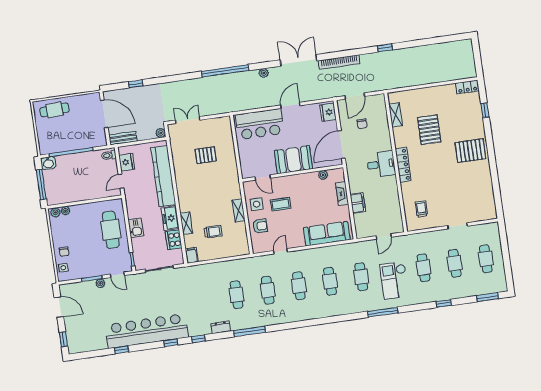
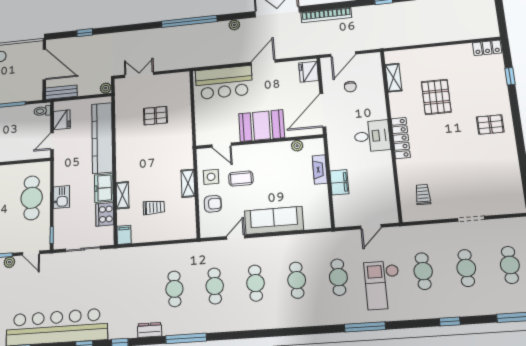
pallet: (470, 151) -> (490, 125), width x0.67, depth x0.71
sofa: (327, 234) -> (274, 220), moved

